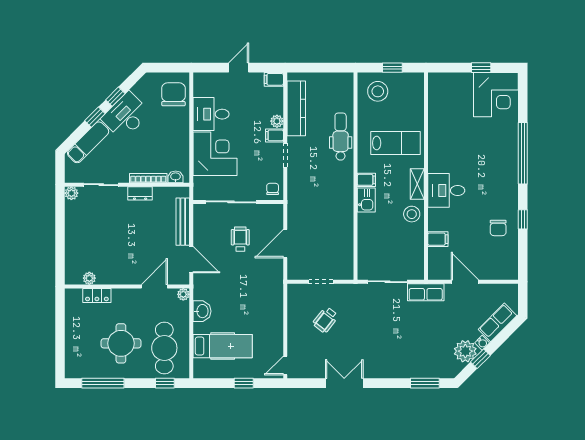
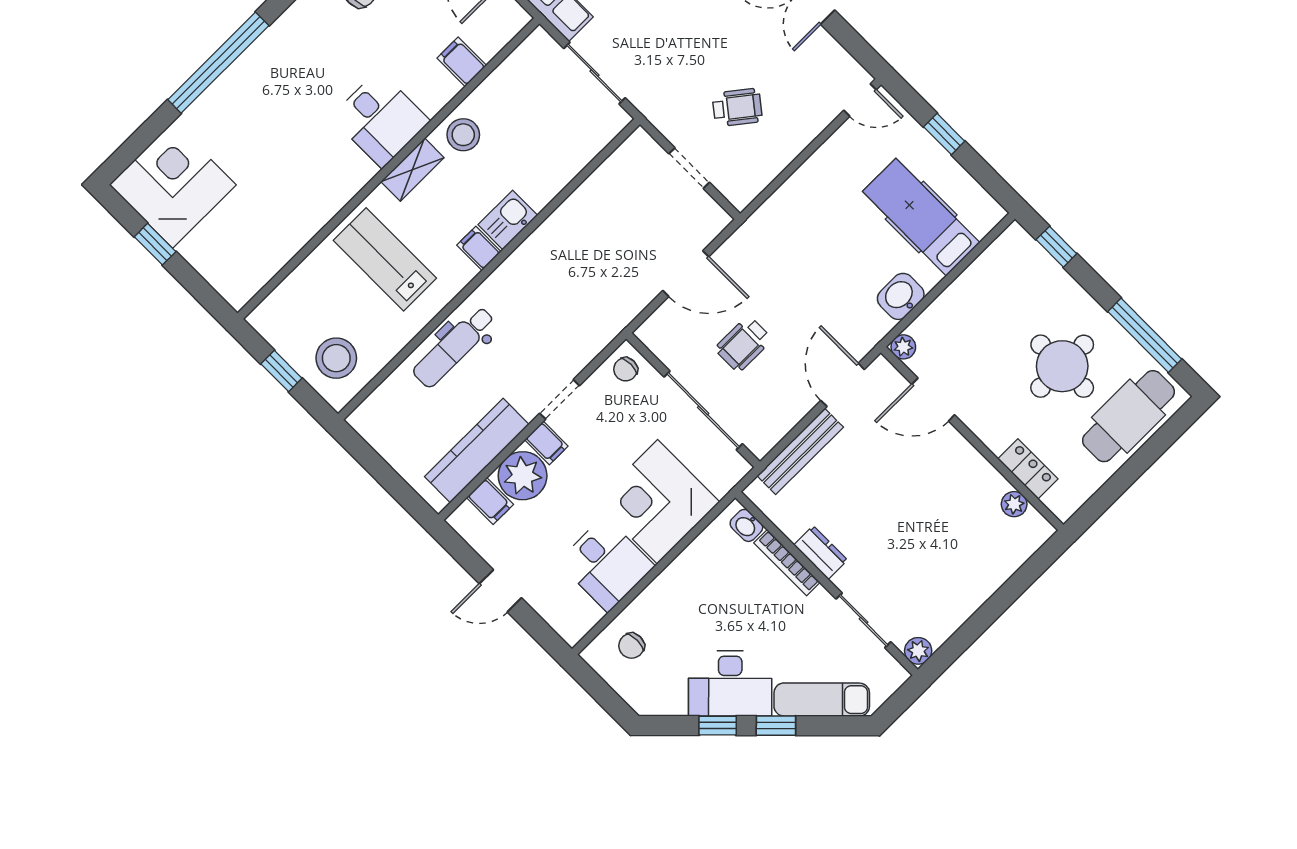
filing cabinet: (274, 79) -> (490, 501), moved
chair: (173, 94) -> (632, 646), width x0.54, depth x0.54
plant: (277, 121) -> (523, 476), width x1.87, depth x1.87
cafe table: (164, 348) -> (1128, 416), moved

